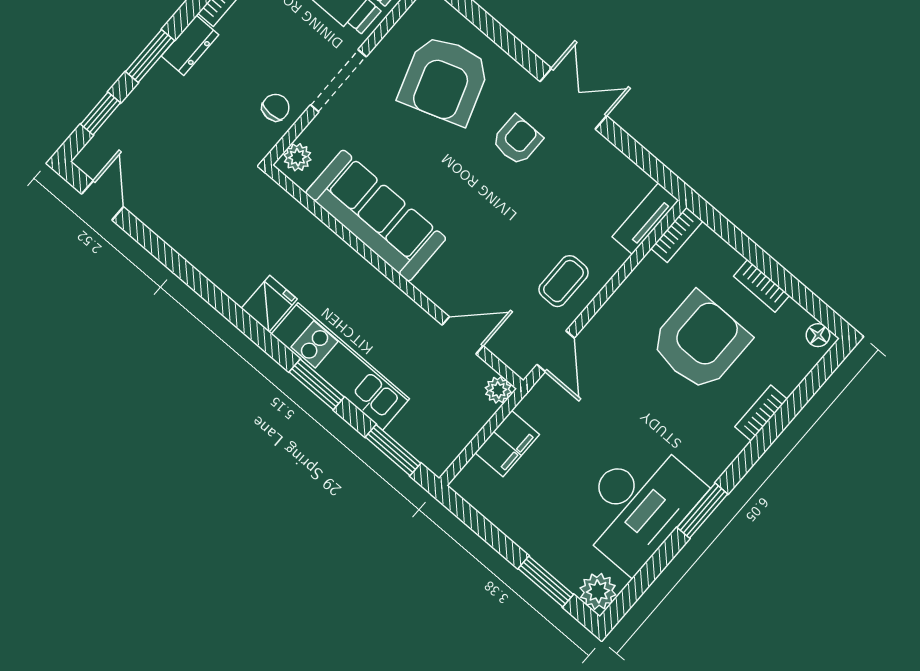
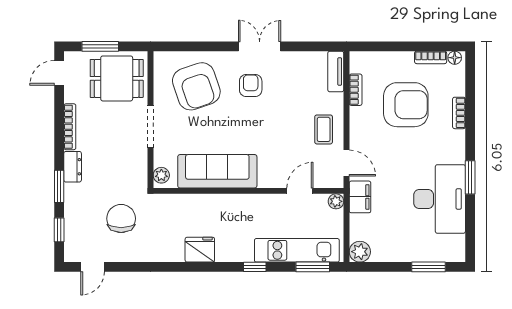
chair: (276, 108) -> (121, 219), moved, width x1.87, depth x1.87
door: (103, 200) -> (93, 267), swing flipped
bookcase: (677, 235) -> (356, 90), moved
bookcase: (761, 286) -> (431, 57), moved
fridge: (269, 304) -> (200, 250), width x1.38
armchair: (700, 342) -> (406, 105), turned 90
kitchen unit: (340, 366) -> (297, 250), moved
window: (317, 384) -> (255, 267), width x0.67
filing cabinet: (507, 444) -> (360, 197), moved
plant: (598, 591) -> (360, 252), moved

